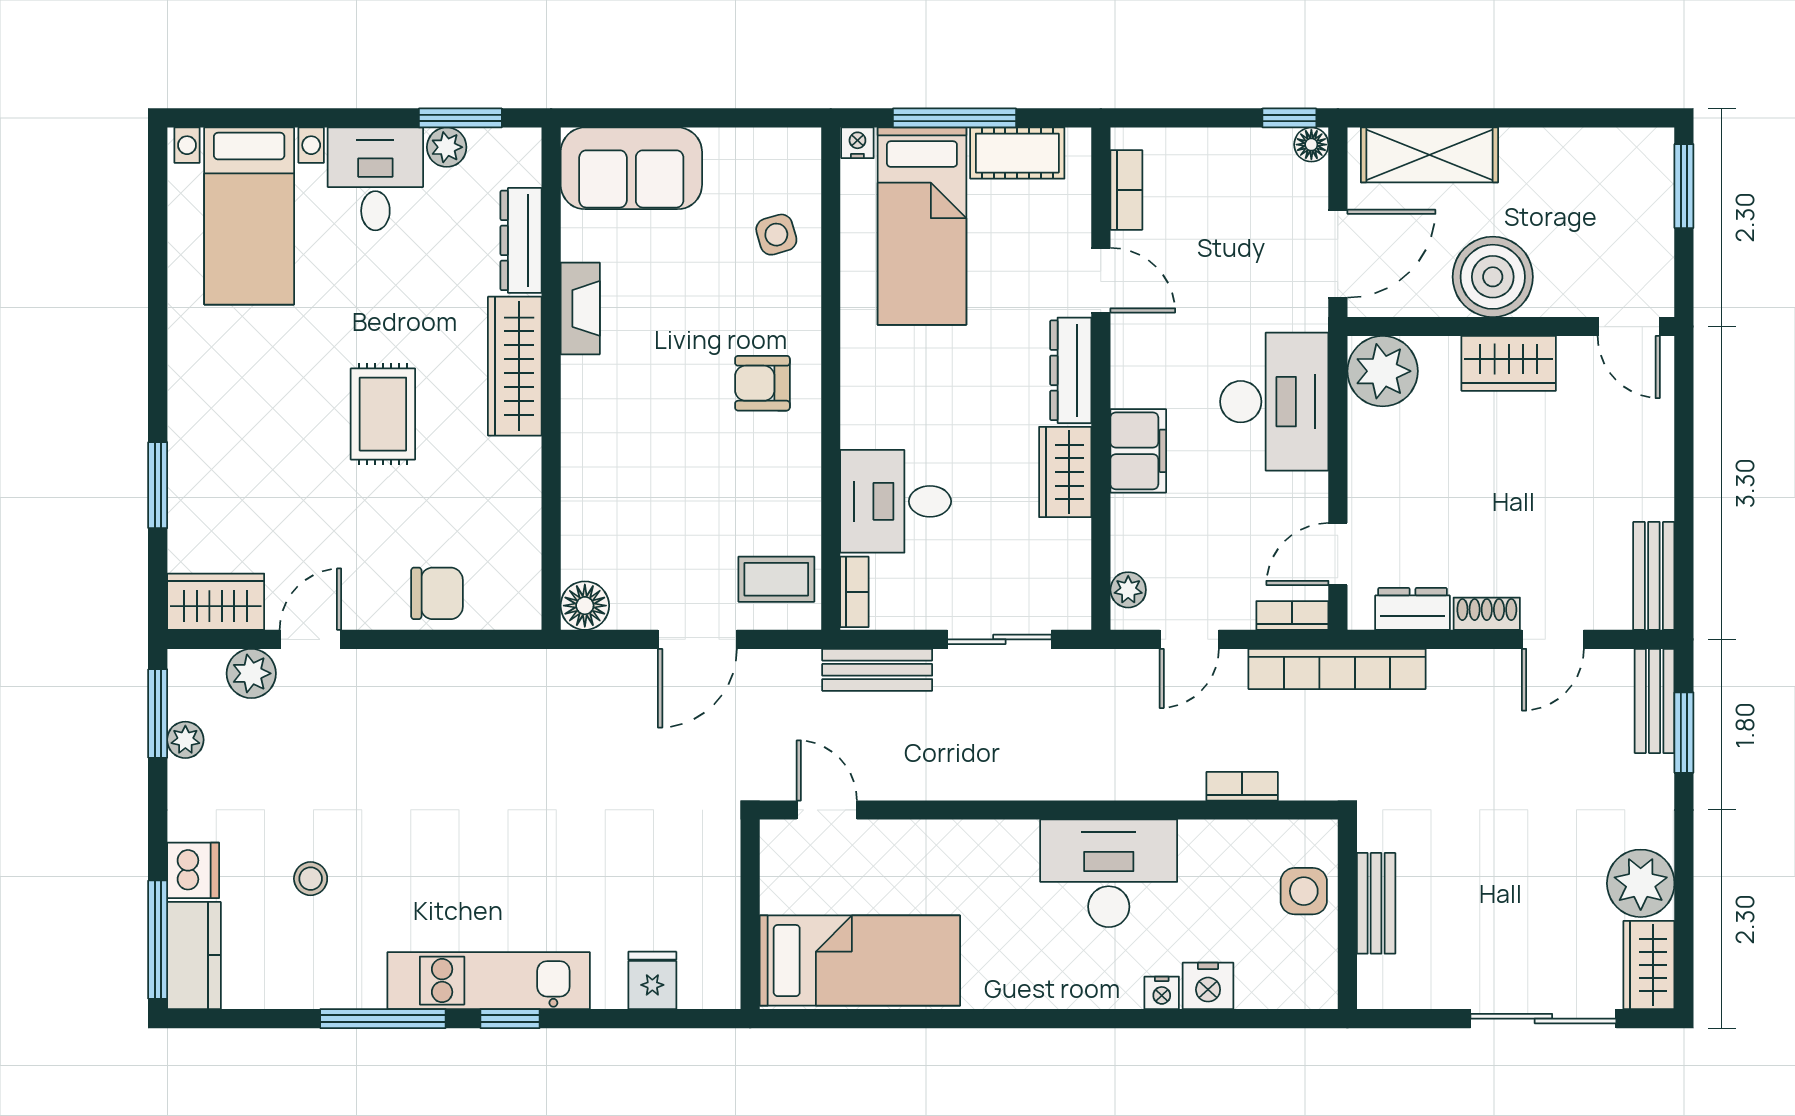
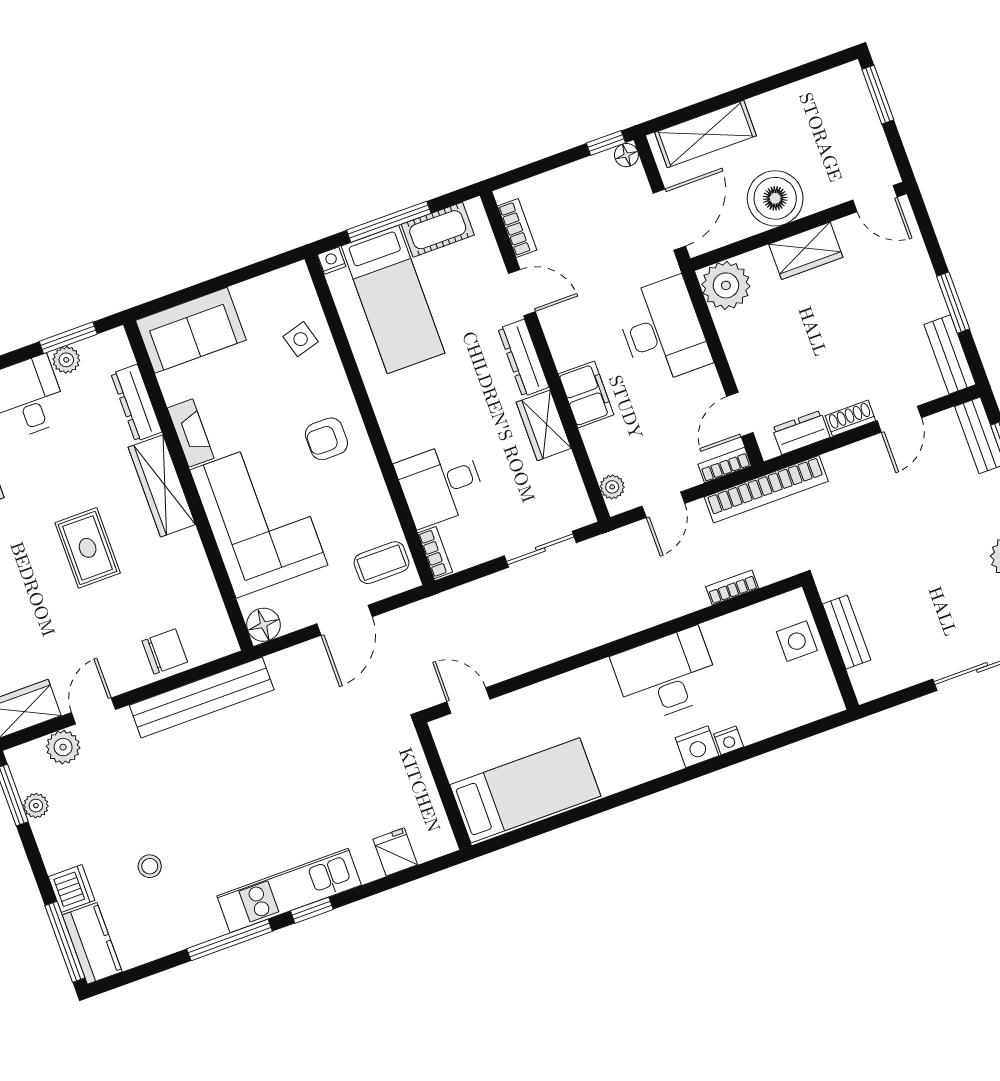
corner sofa: (631, 457) -> (259, 518), added
window: (1684, 507) -> (953, 303), added
bench: (877, 670) -> (202, 698), moved, width x1.86, depth x1.21
nightstand: (1208, 986) -> (697, 747), moved

